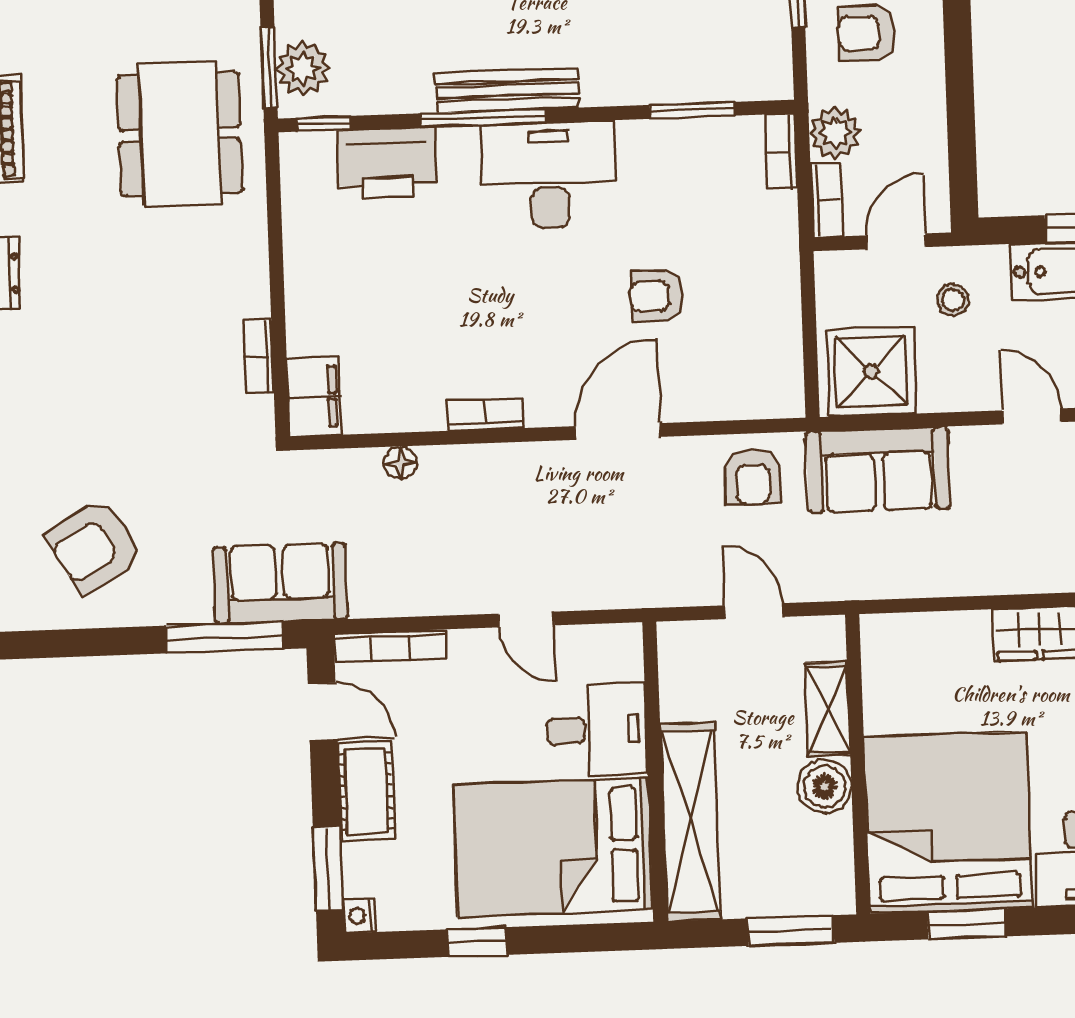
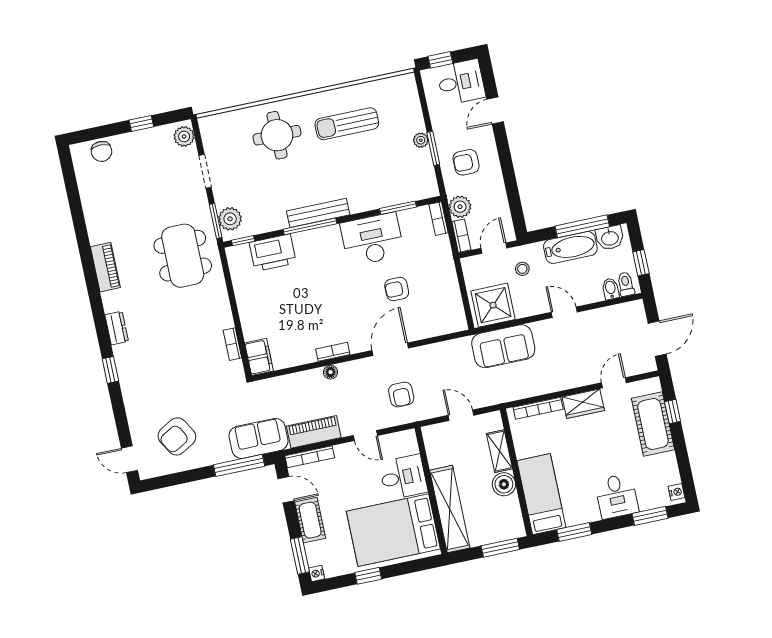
desk: (549, 175) -> (372, 239), moved
floor lamp: (400, 463) -> (331, 372), moved
armchair: (753, 477) -> (401, 395), moved
piano: (410, 590) -> (314, 432), added
bookcase: (933, 626) -> (538, 408), added
bed: (948, 823) -> (541, 494), width x0.49

